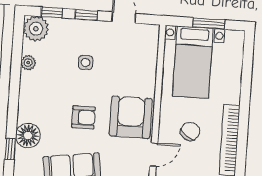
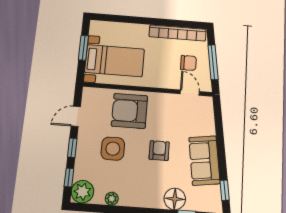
side table: (86, 63) -> (113, 149), width x1.87, depth x1.87
armchair: (131, 117) -> (130, 111), moved
chair: (190, 131) -> (188, 63), moved, turned 145

